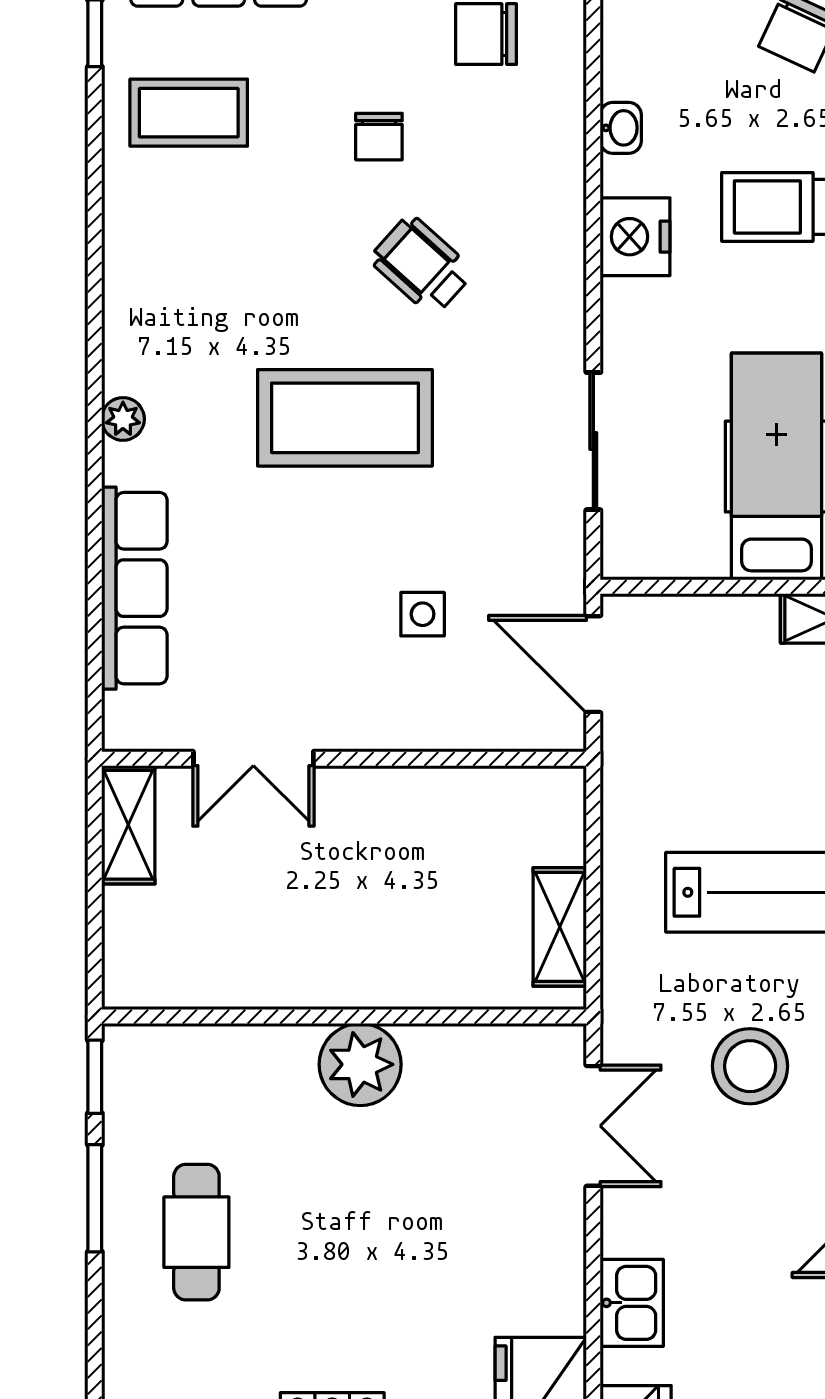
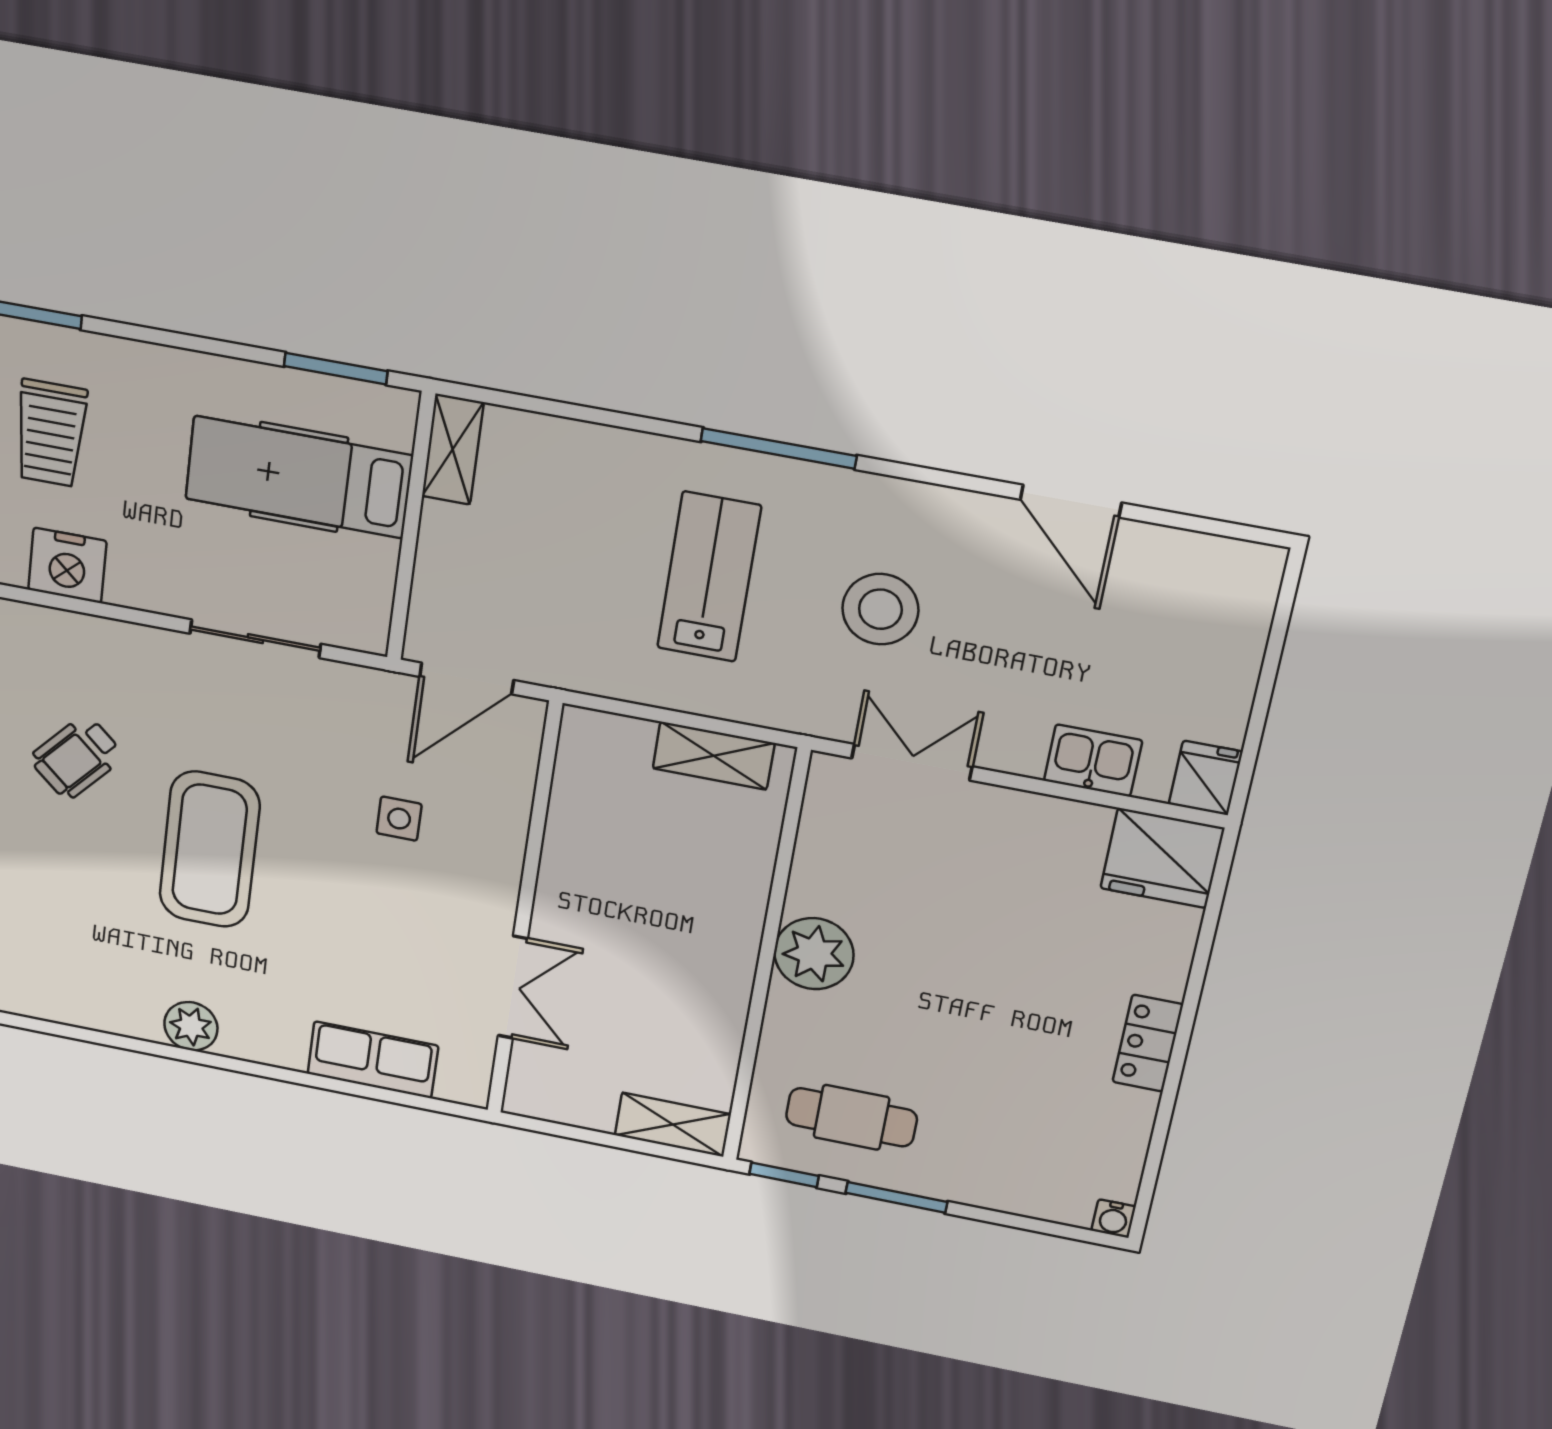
plant: (123, 419) -> (191, 1026), width x1.38, depth x1.38
row of seats: (134, 588) -> (373, 1060), width x0.68
shelving: (128, 825) -> (673, 1125), moved
cafe table: (196, 1232) -> (851, 1117), moved

